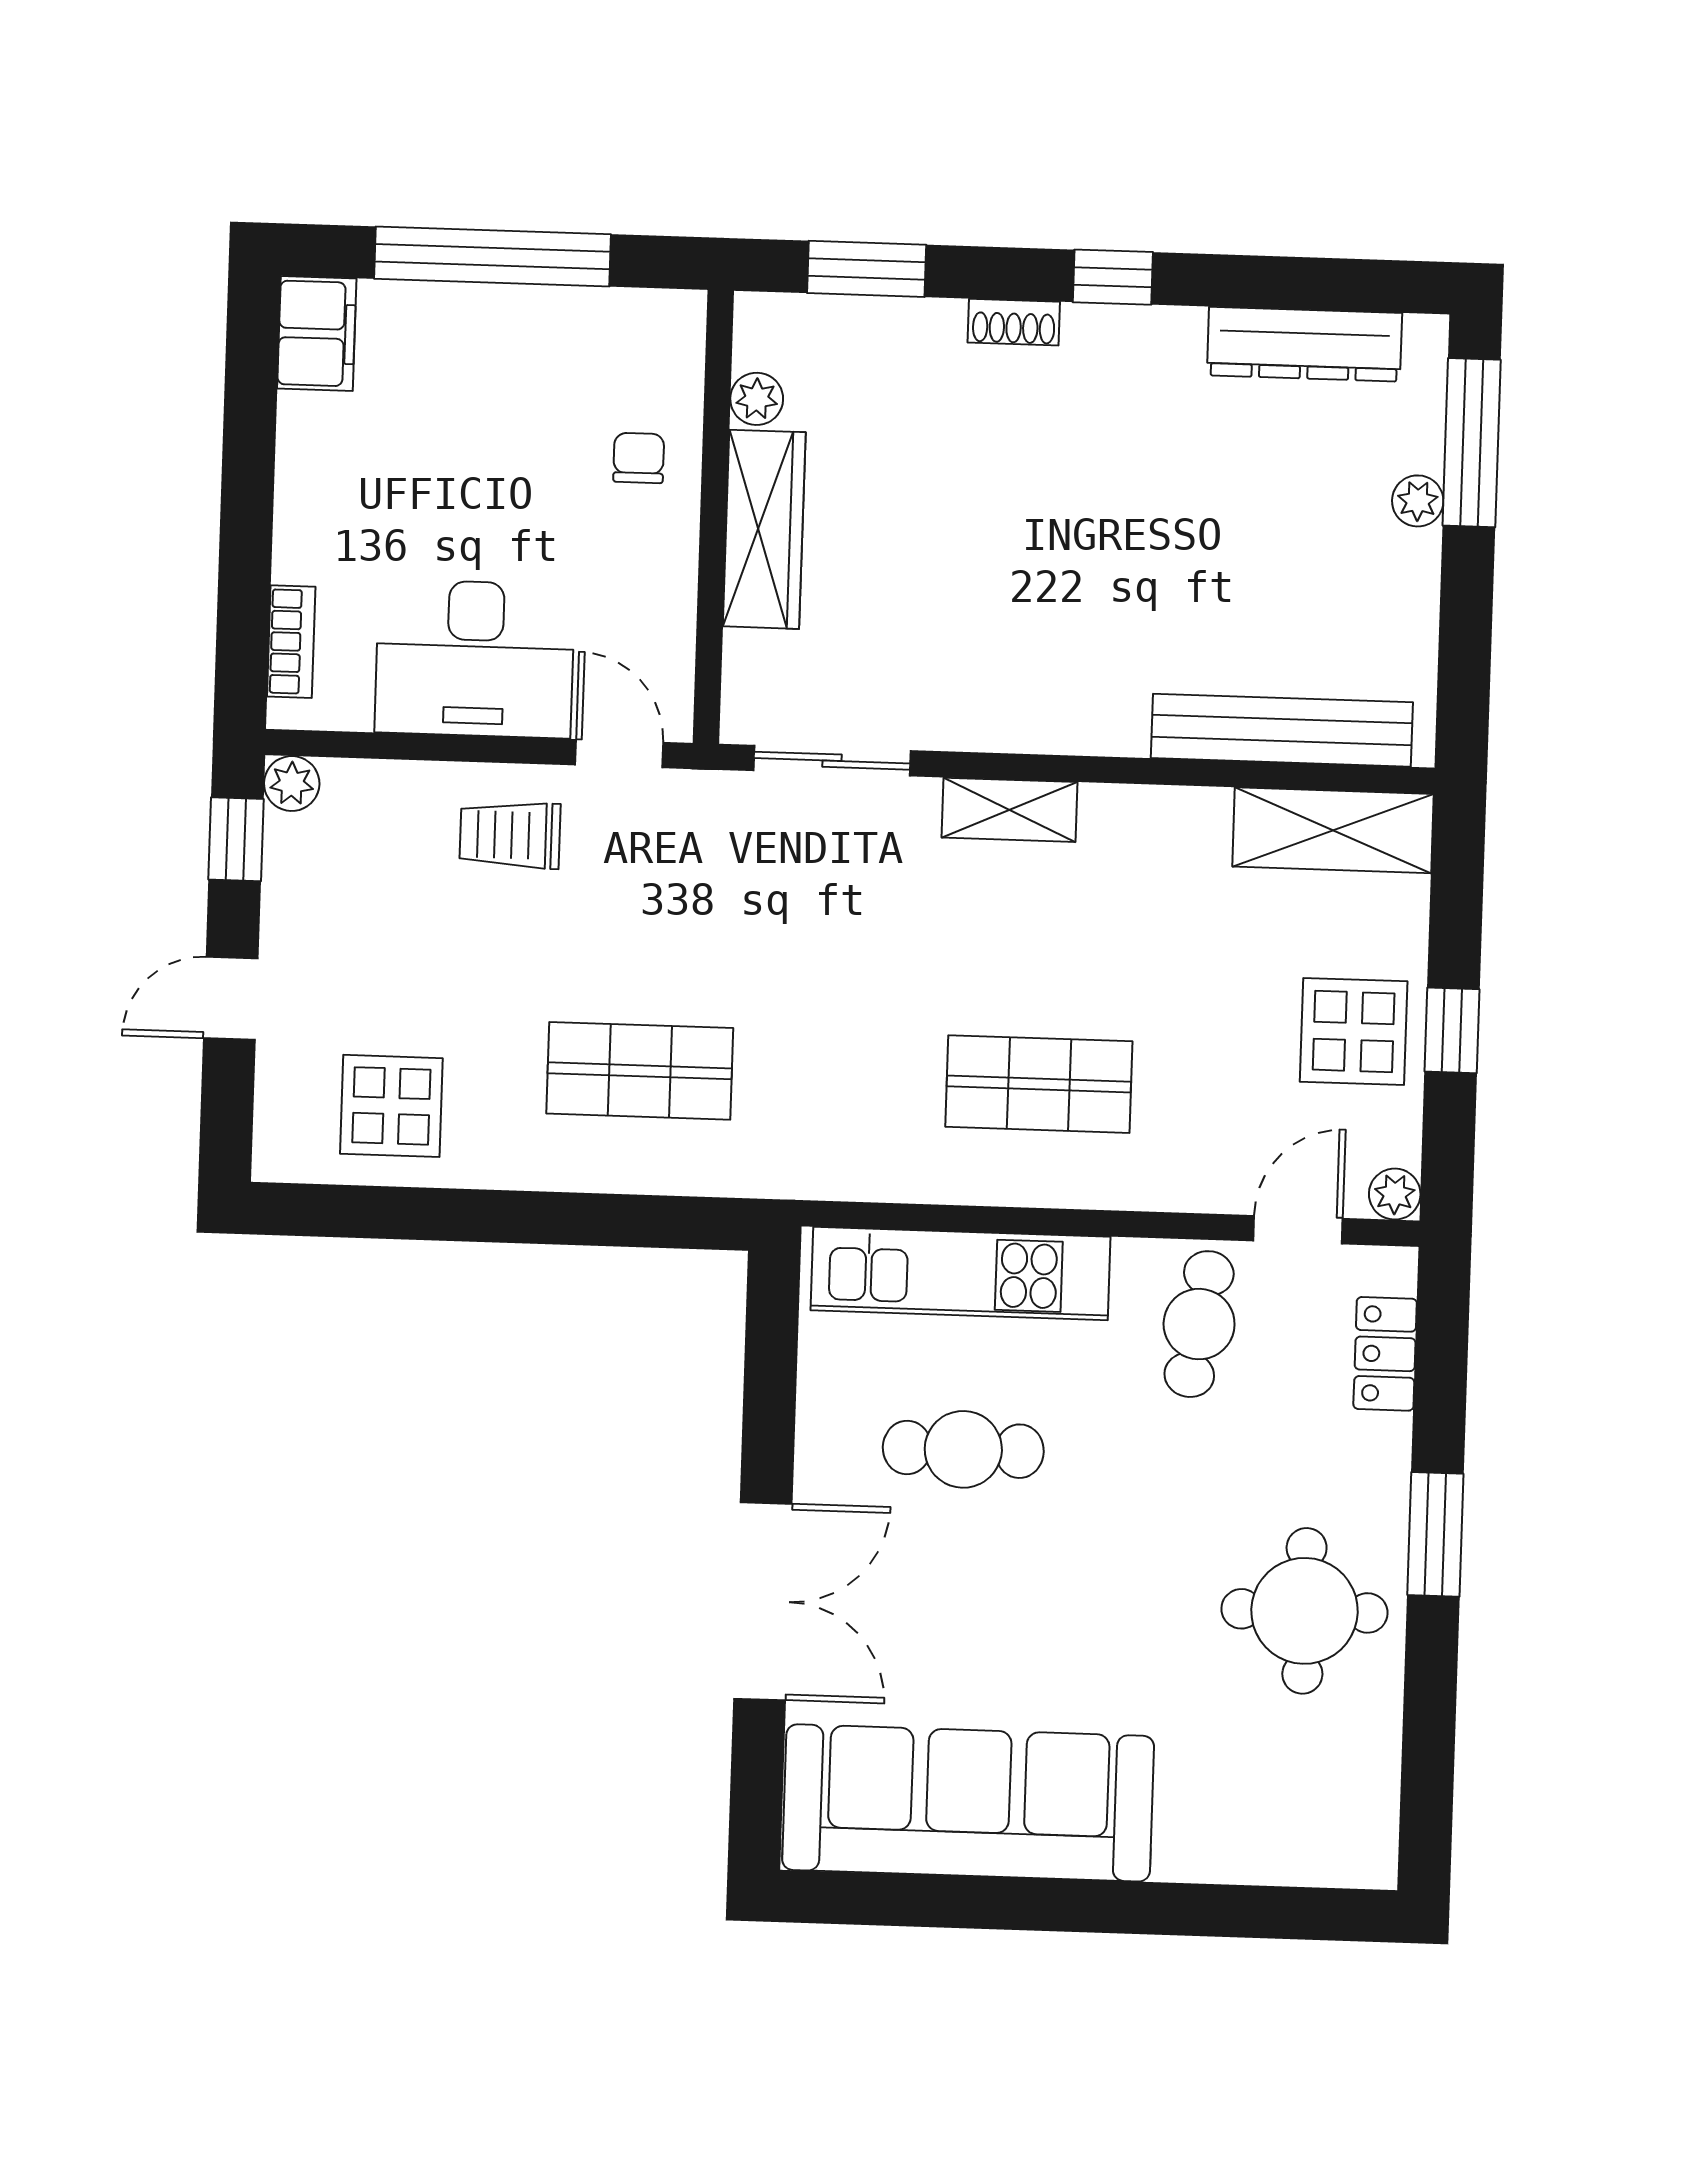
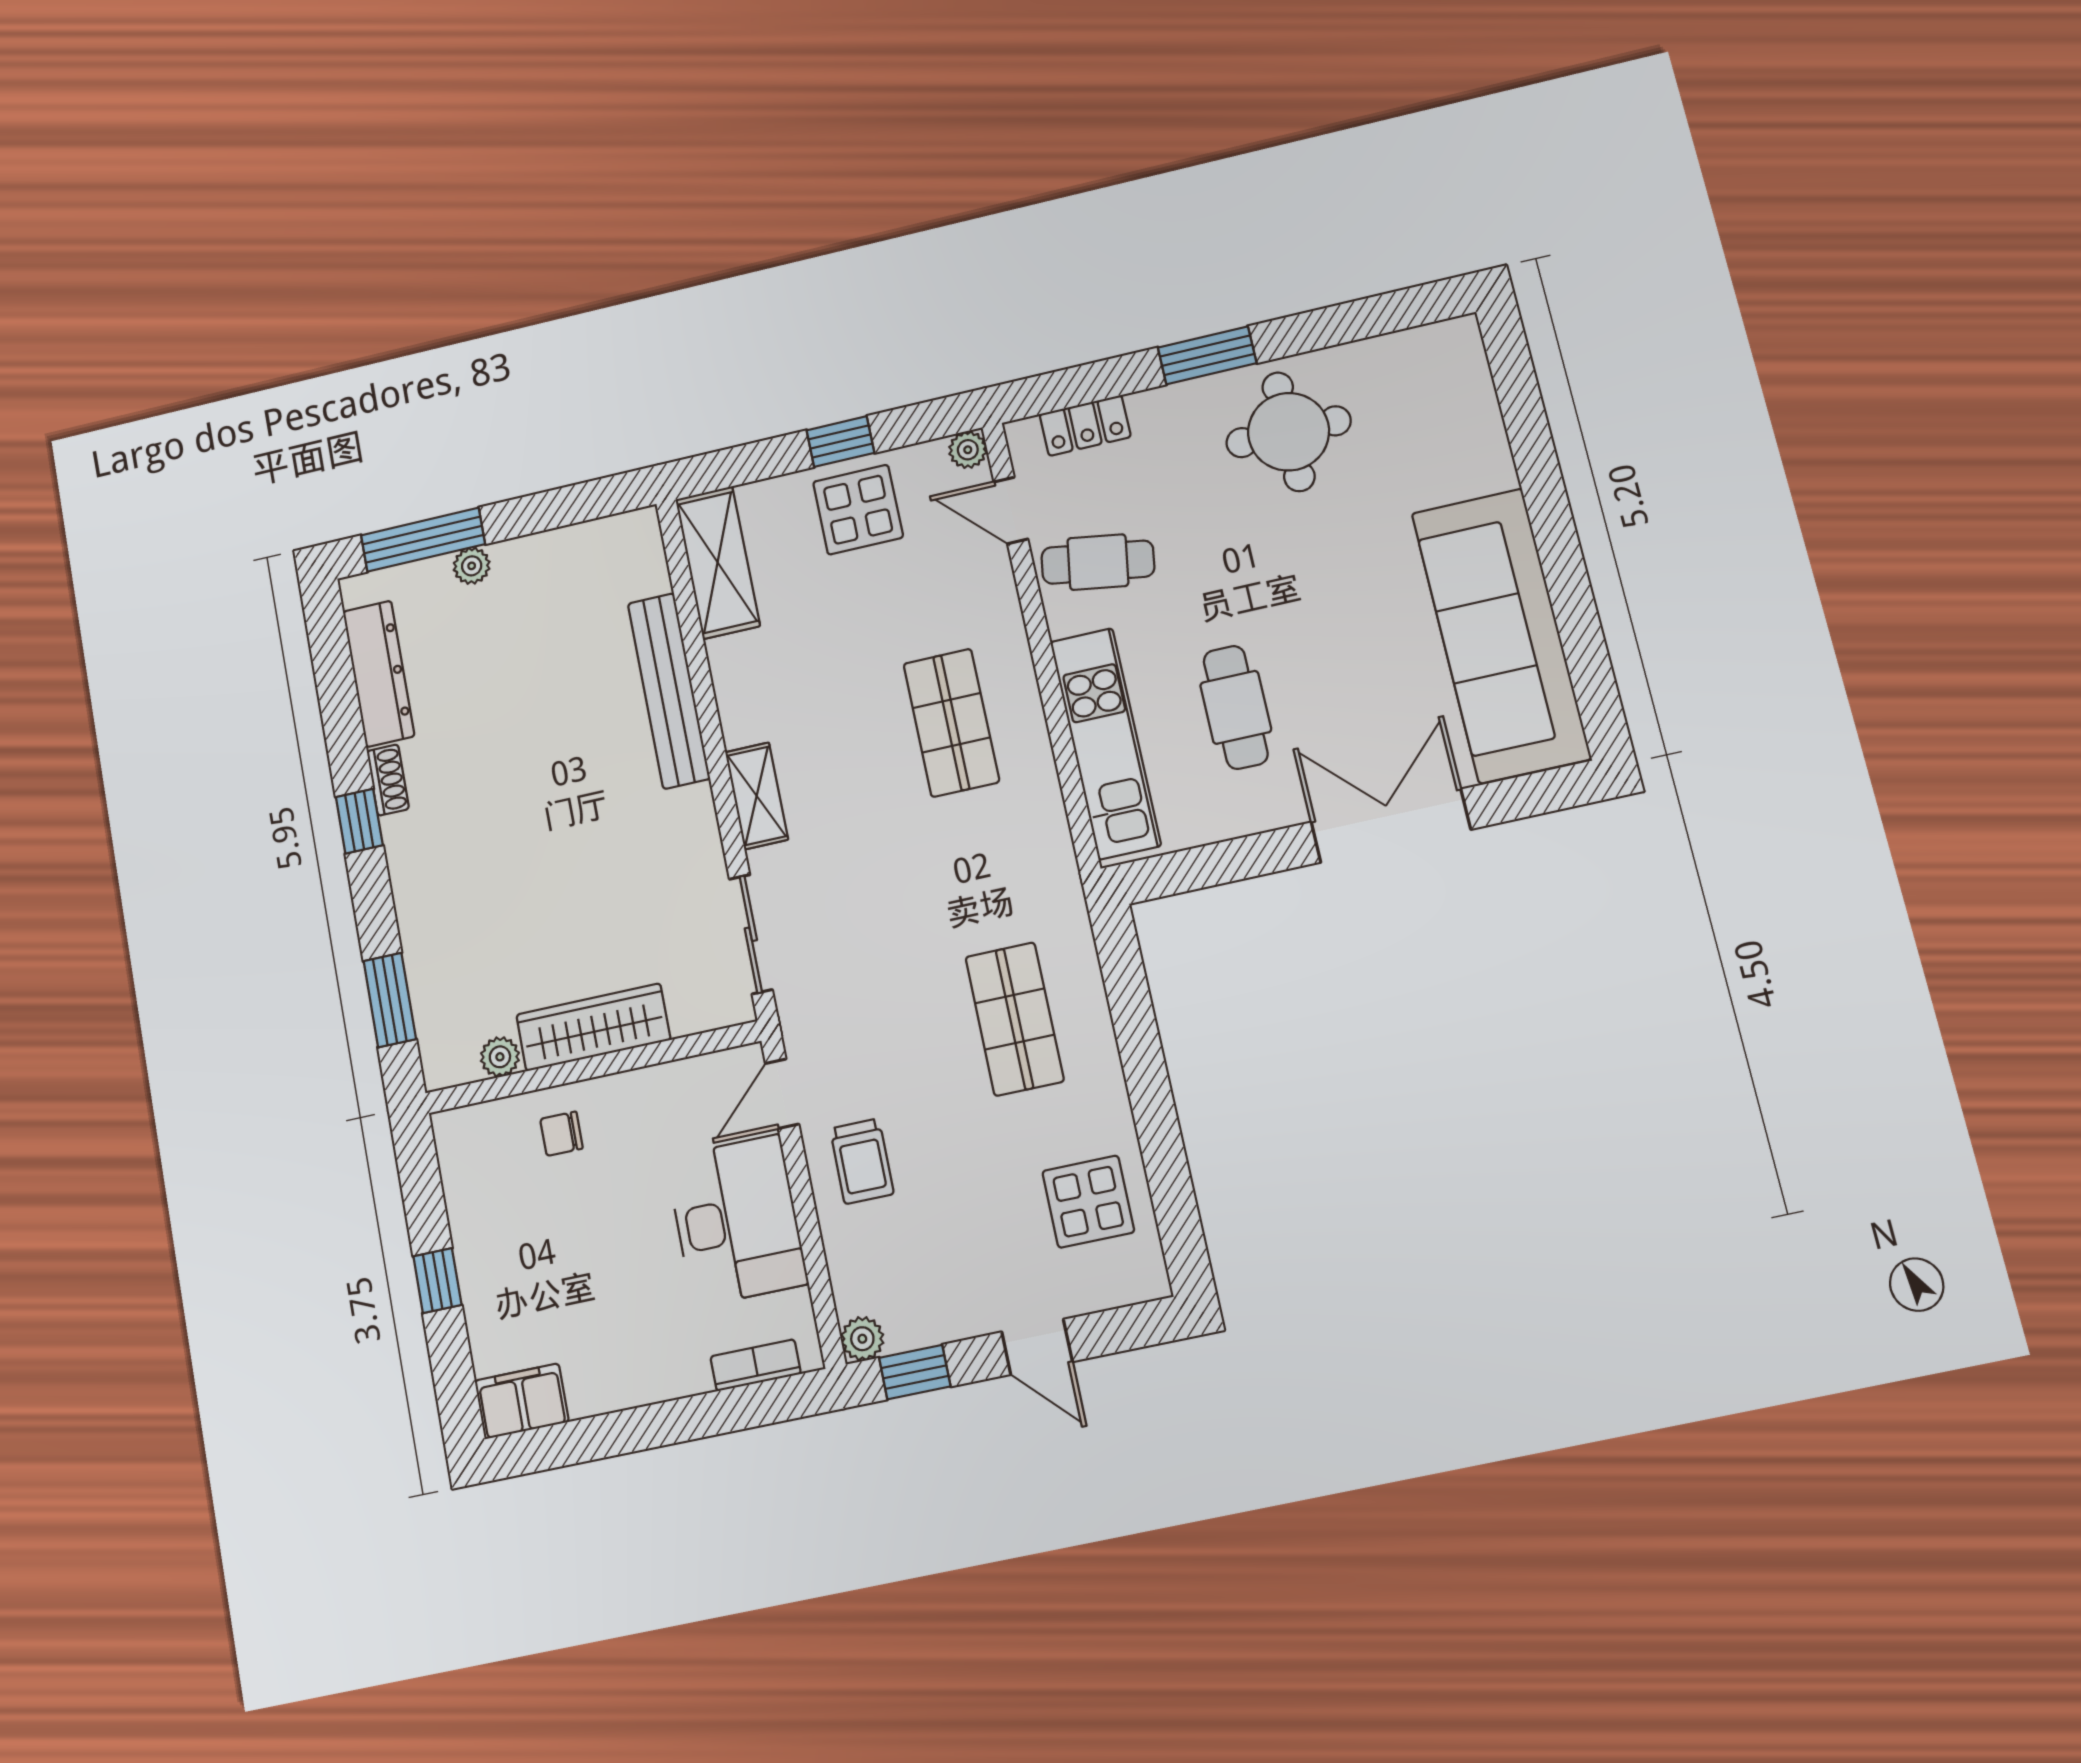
window: (493, 257) -> (437, 1281), width x0.32
shoe rack: (1014, 322) -> (388, 780), moved
bench: (1282, 730) -> (669, 691), moved

